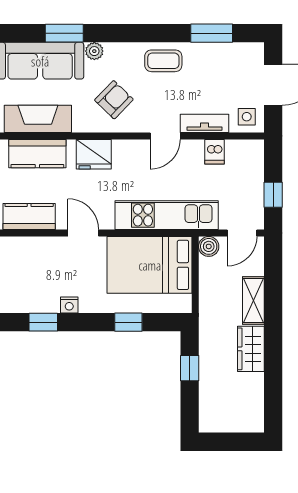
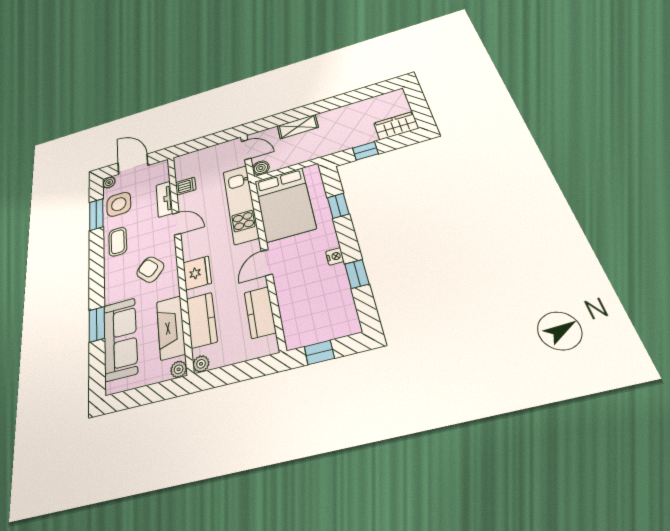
plant: (94, 51) -> (109, 183), moved
side table: (247, 117) -> (119, 204), moved, width x1.87, depth x1.87
window: (273, 195) -> (214, 139), removed
wardrobe: (251, 349) -> (396, 126), moved, turned 180

